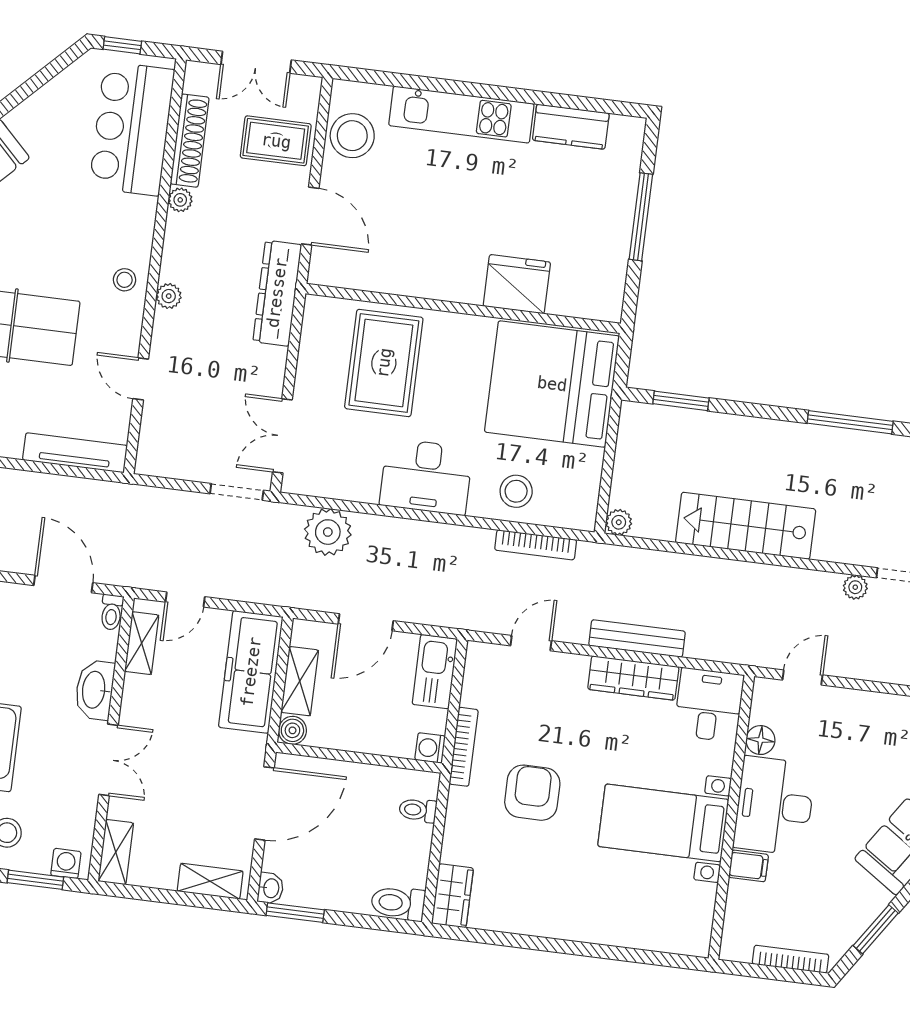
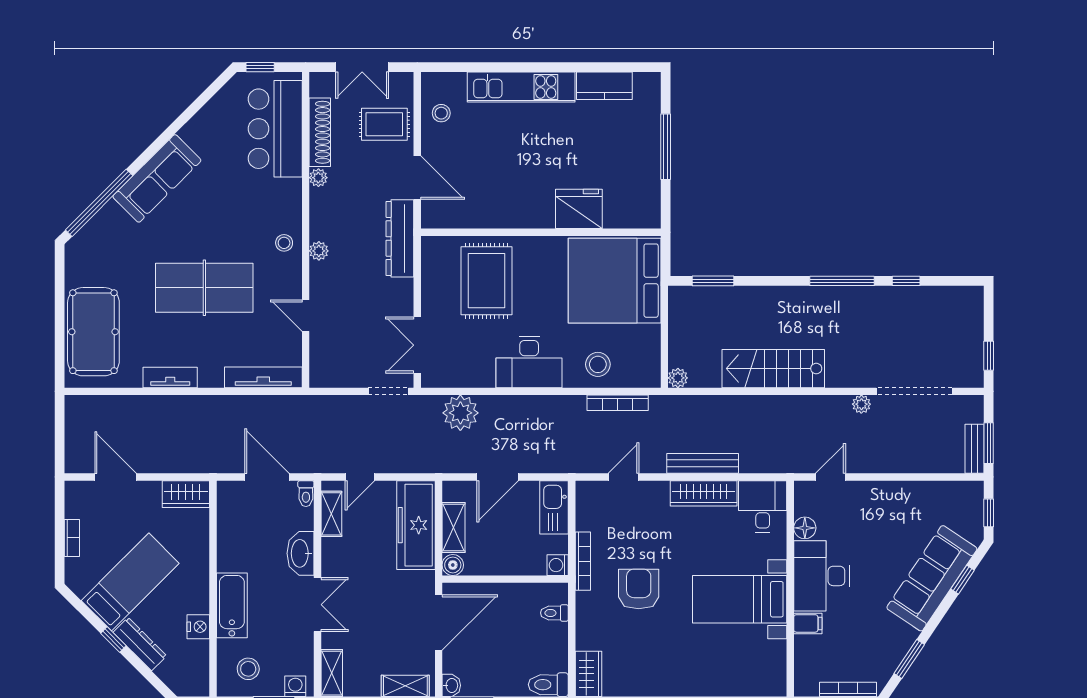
stool: (352, 136) -> (441, 113), width x0.53, depth x0.53

